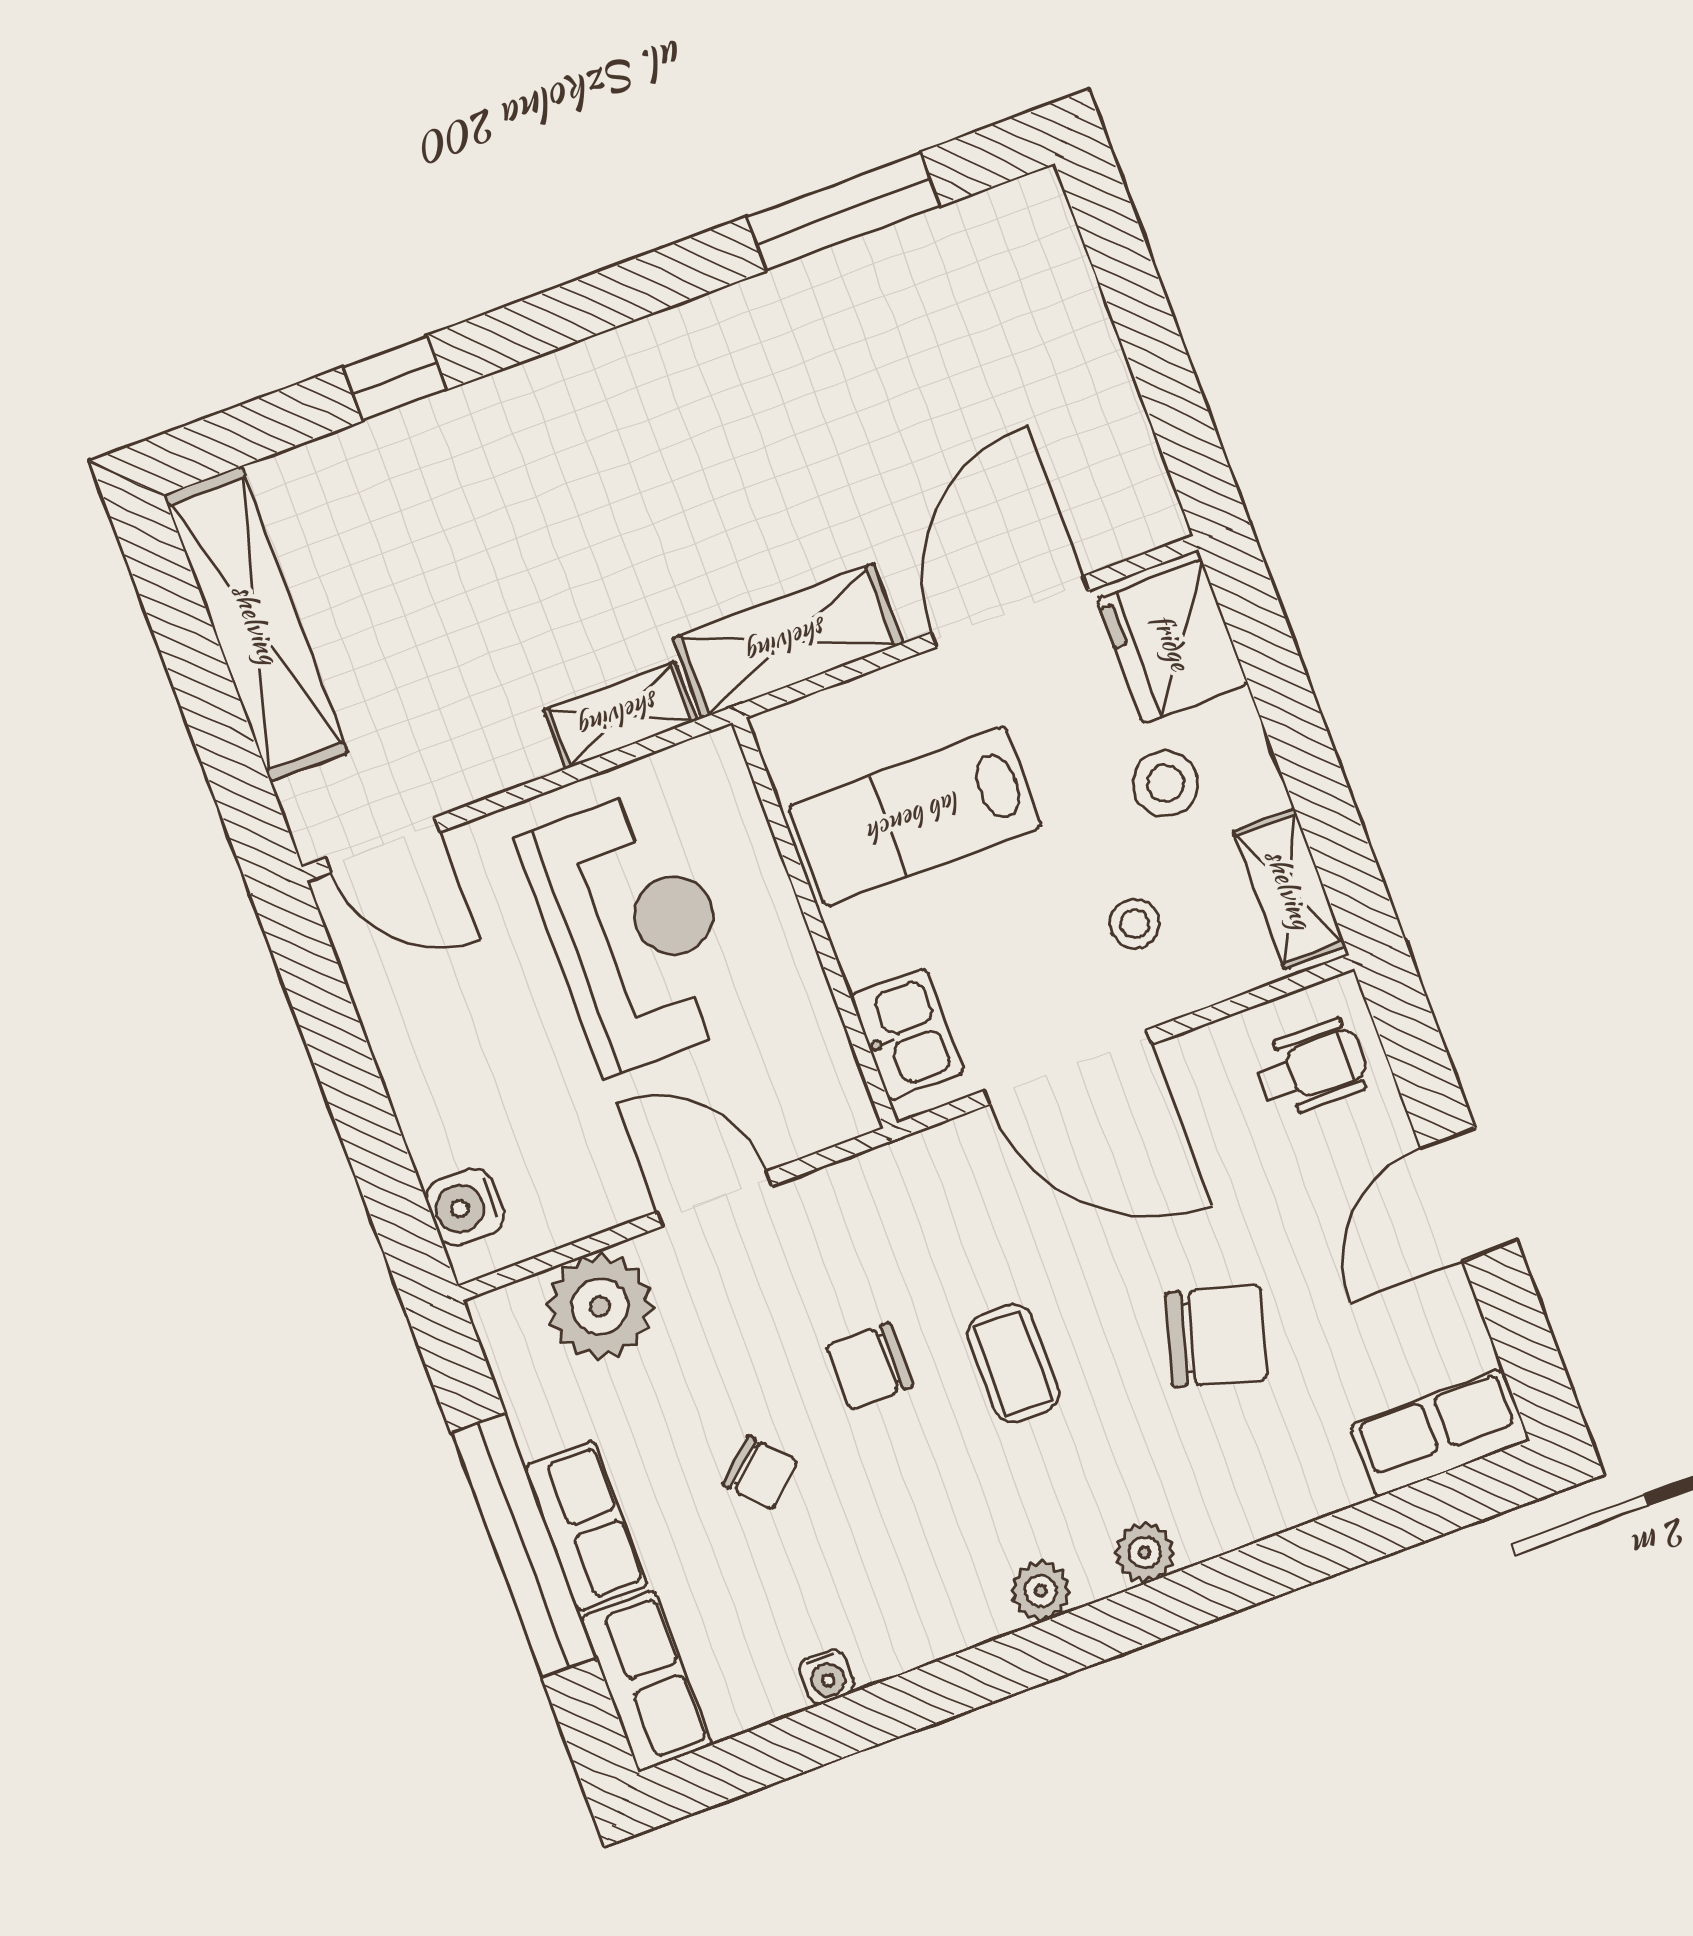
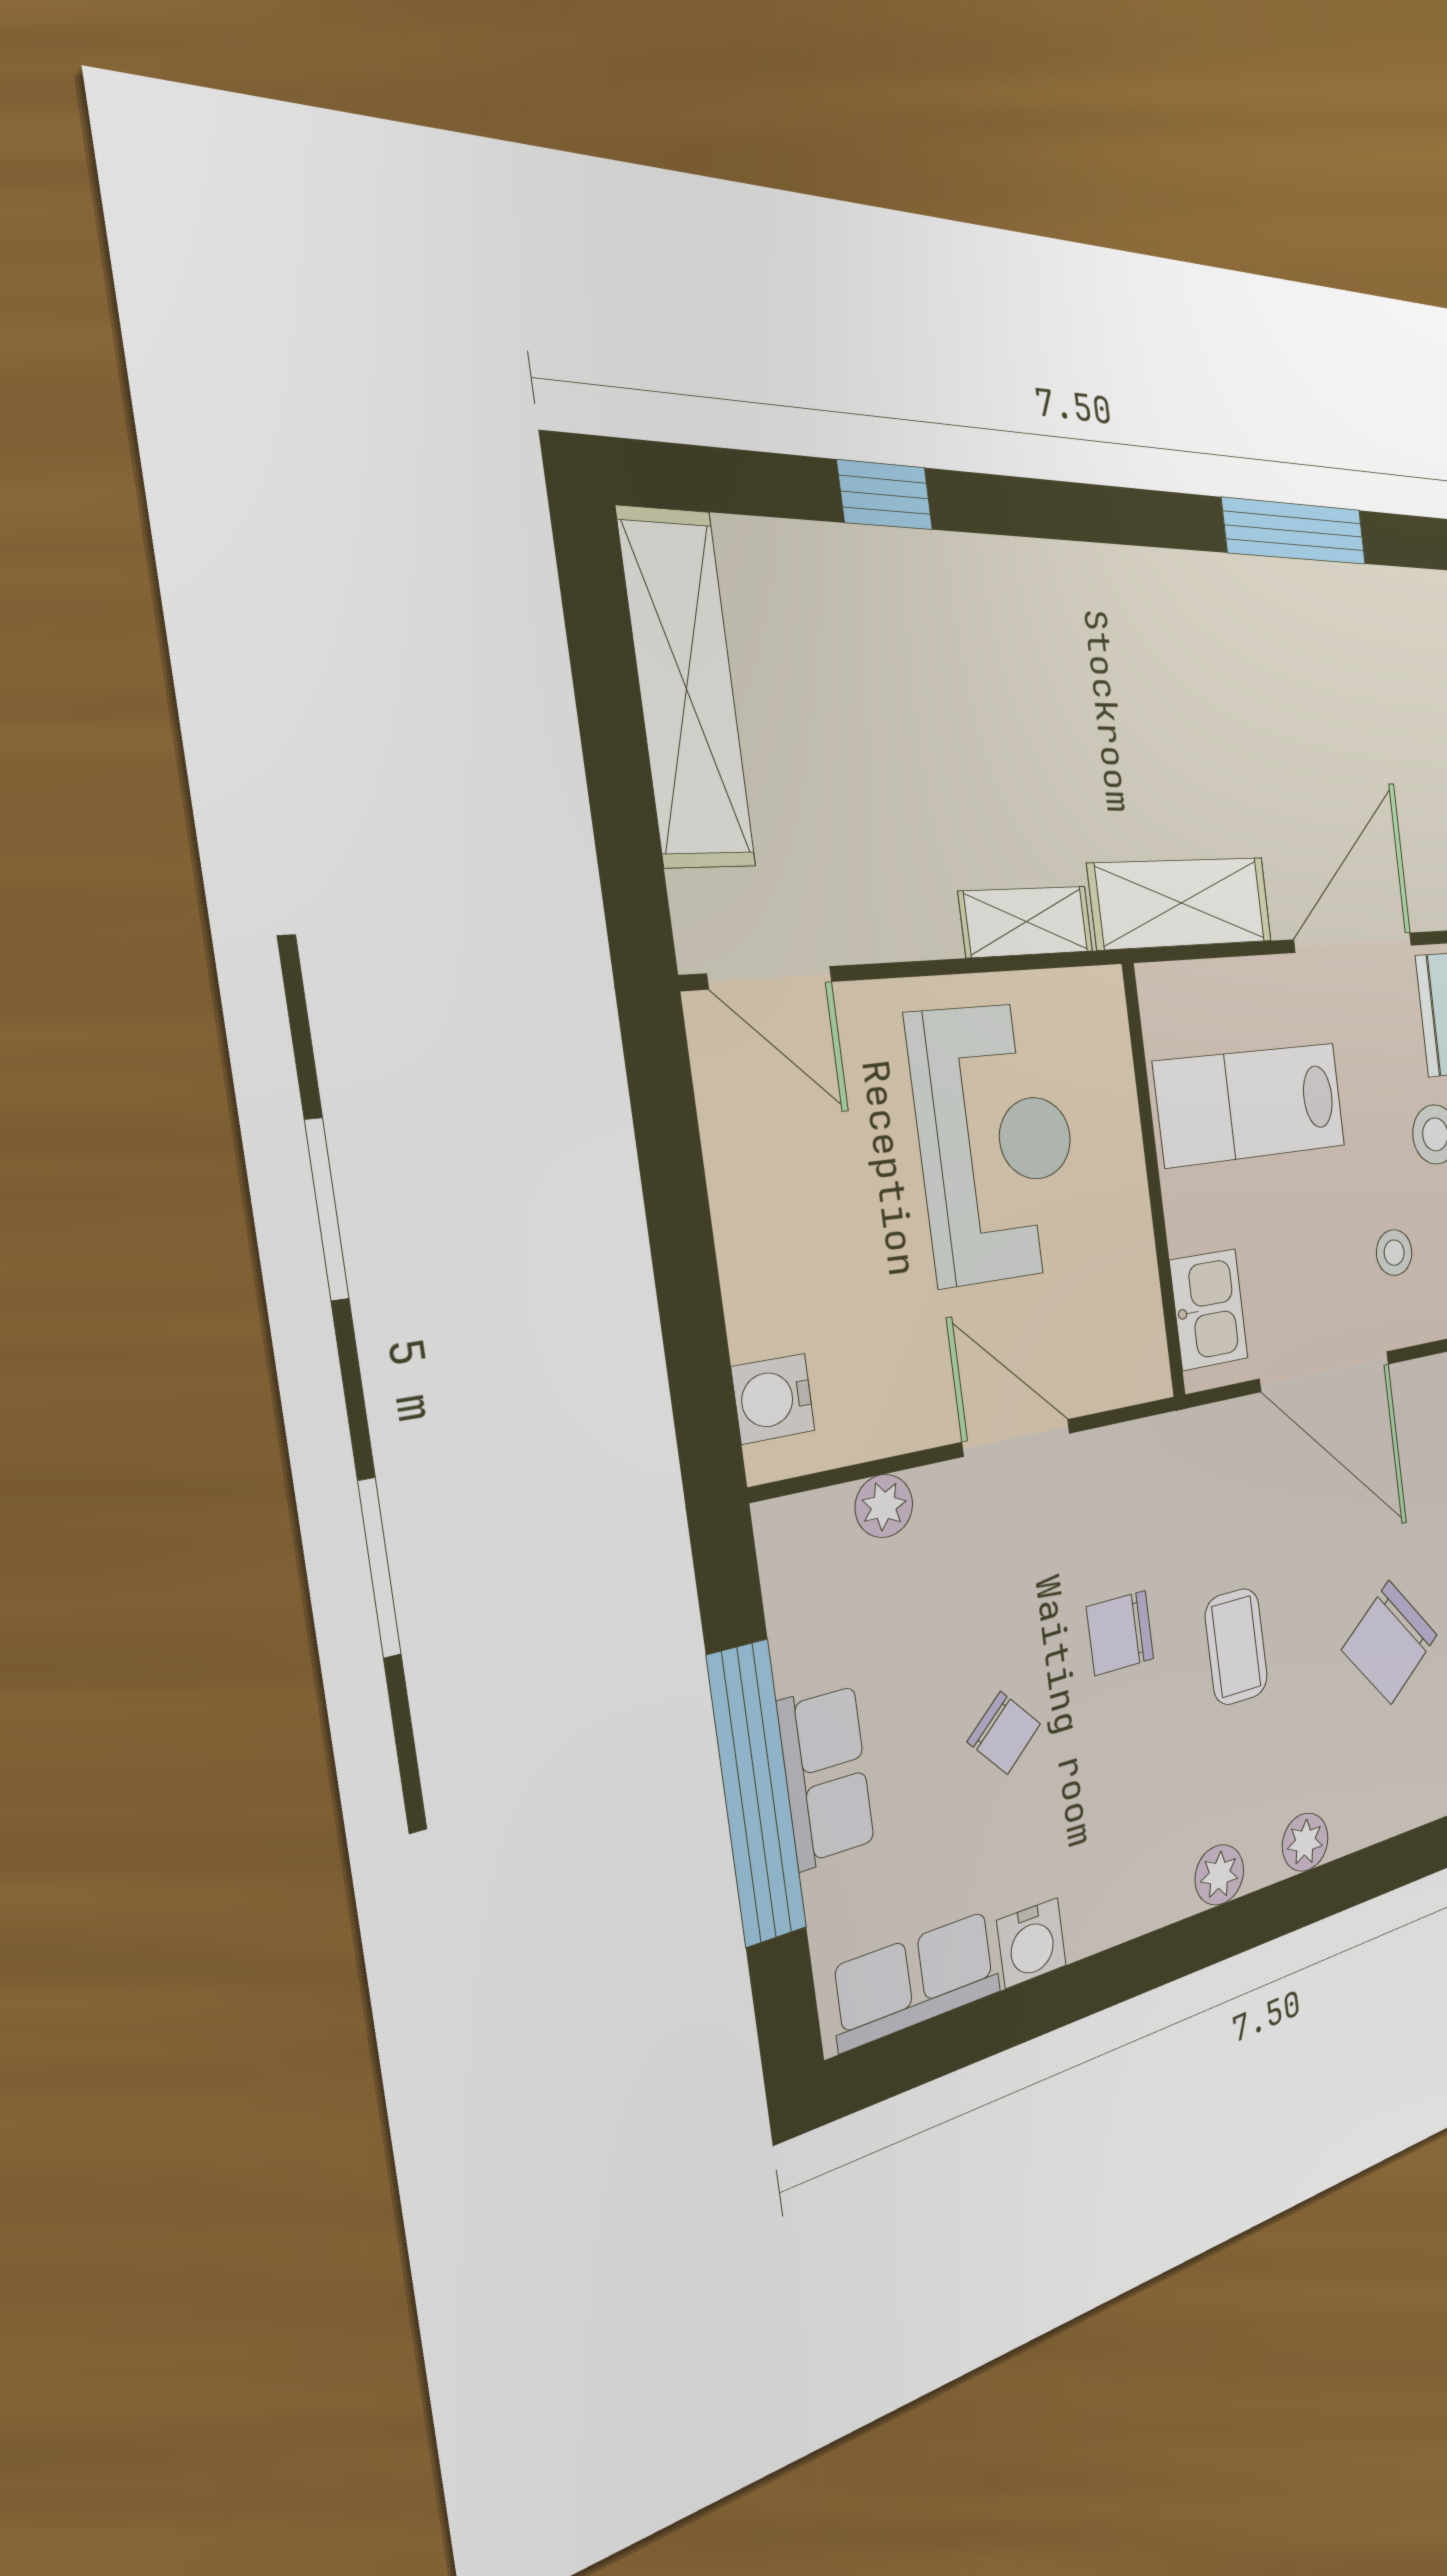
plant: (600, 1306) -> (884, 1506), width x0.53, depth x0.53
chair: (1216, 1336) -> (1390, 1642), turned 126
water cooler: (827, 1677) -> (1032, 1943), width x1.38, depth x1.38
row of seats: (647, 1681) -> (916, 1980), moved, turned -90

